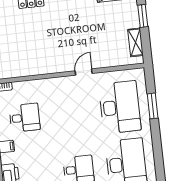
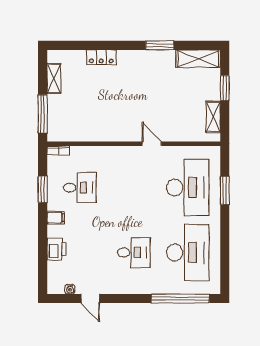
door: (84, 72) -> (152, 144), hinge flipped

